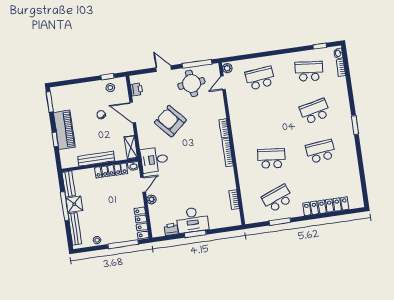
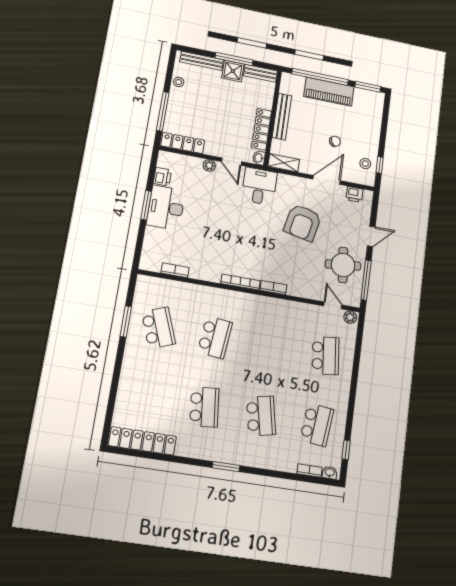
armchair: (170, 121) -> (303, 223), turned 143
window: (55, 139) -> (320, 77), width x3.17
locker: (326, 206) -> (142, 441), moved, turned -90

